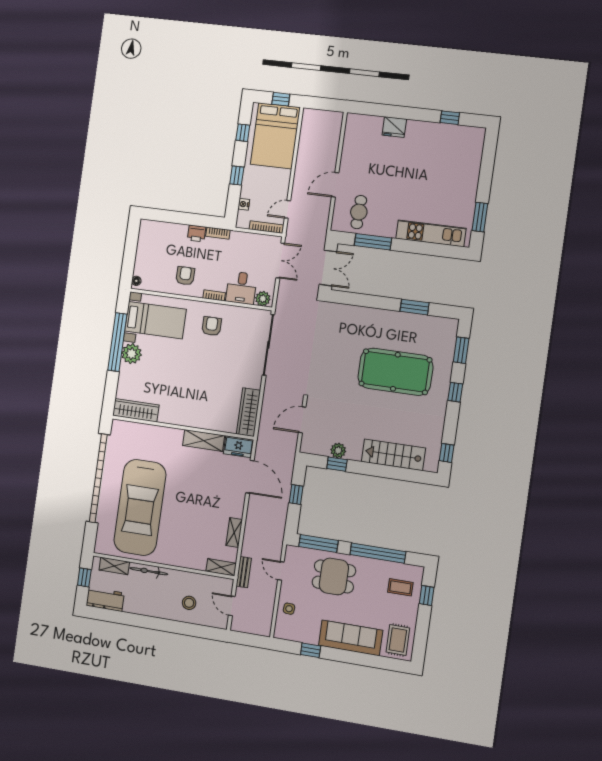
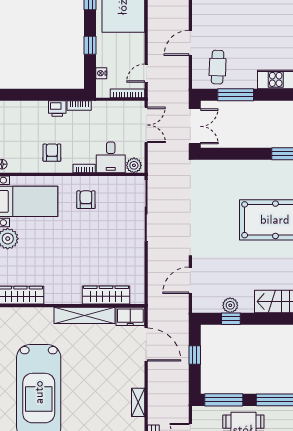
wardrobe: (248, 412) -> (106, 295), moved, turned 90
shelving: (204, 440) -> (85, 315), width x1.47

